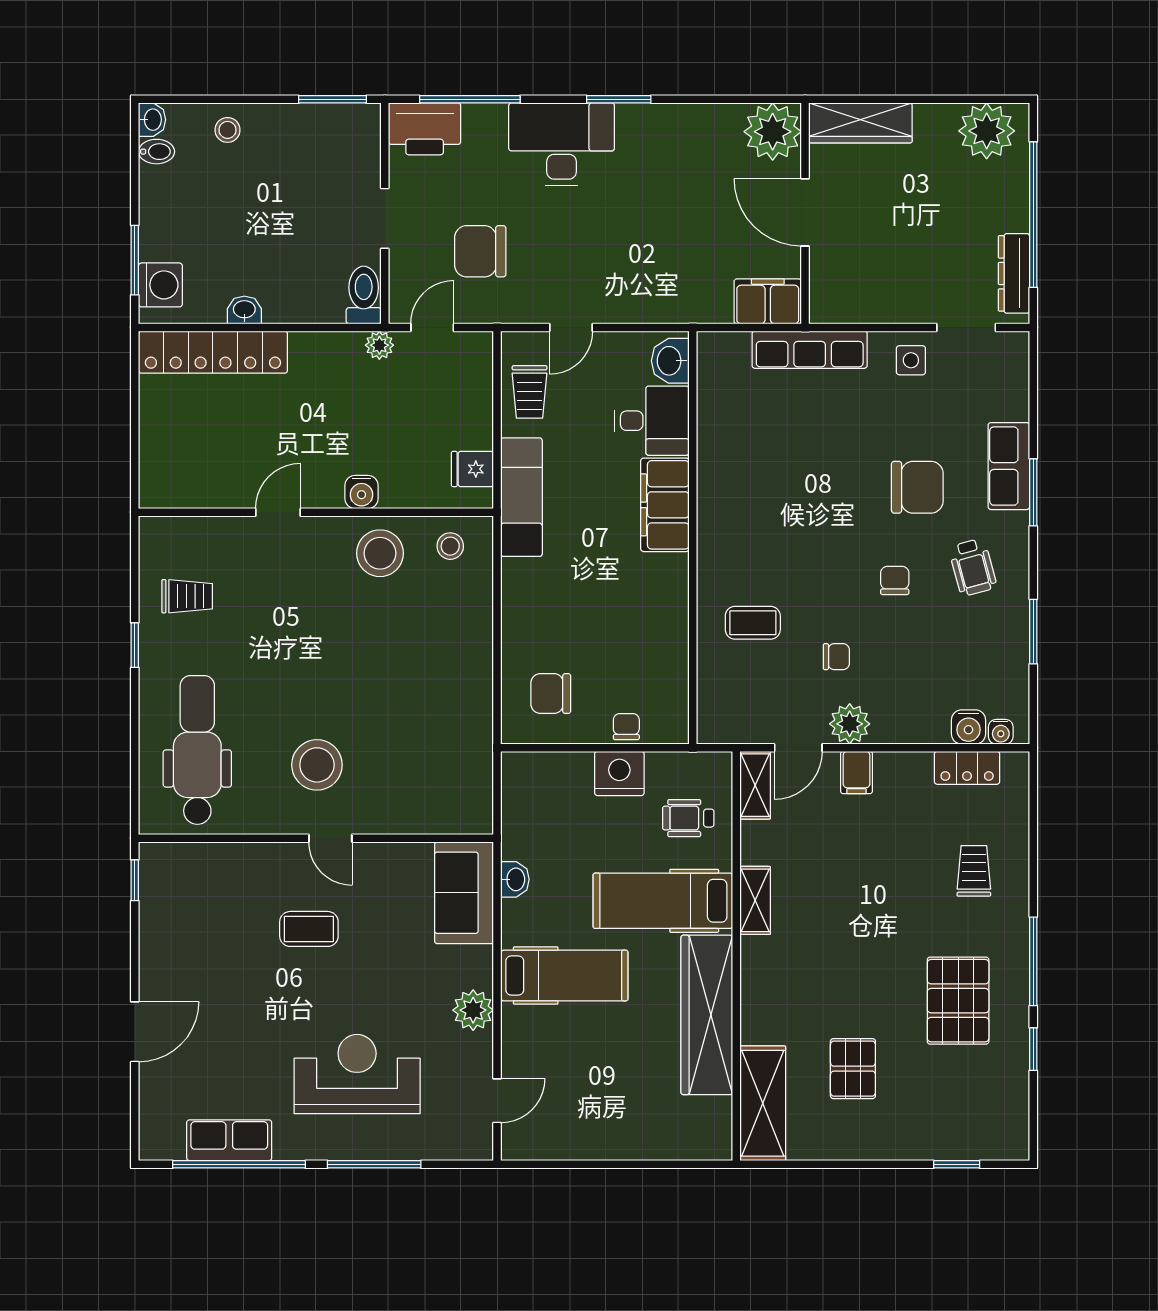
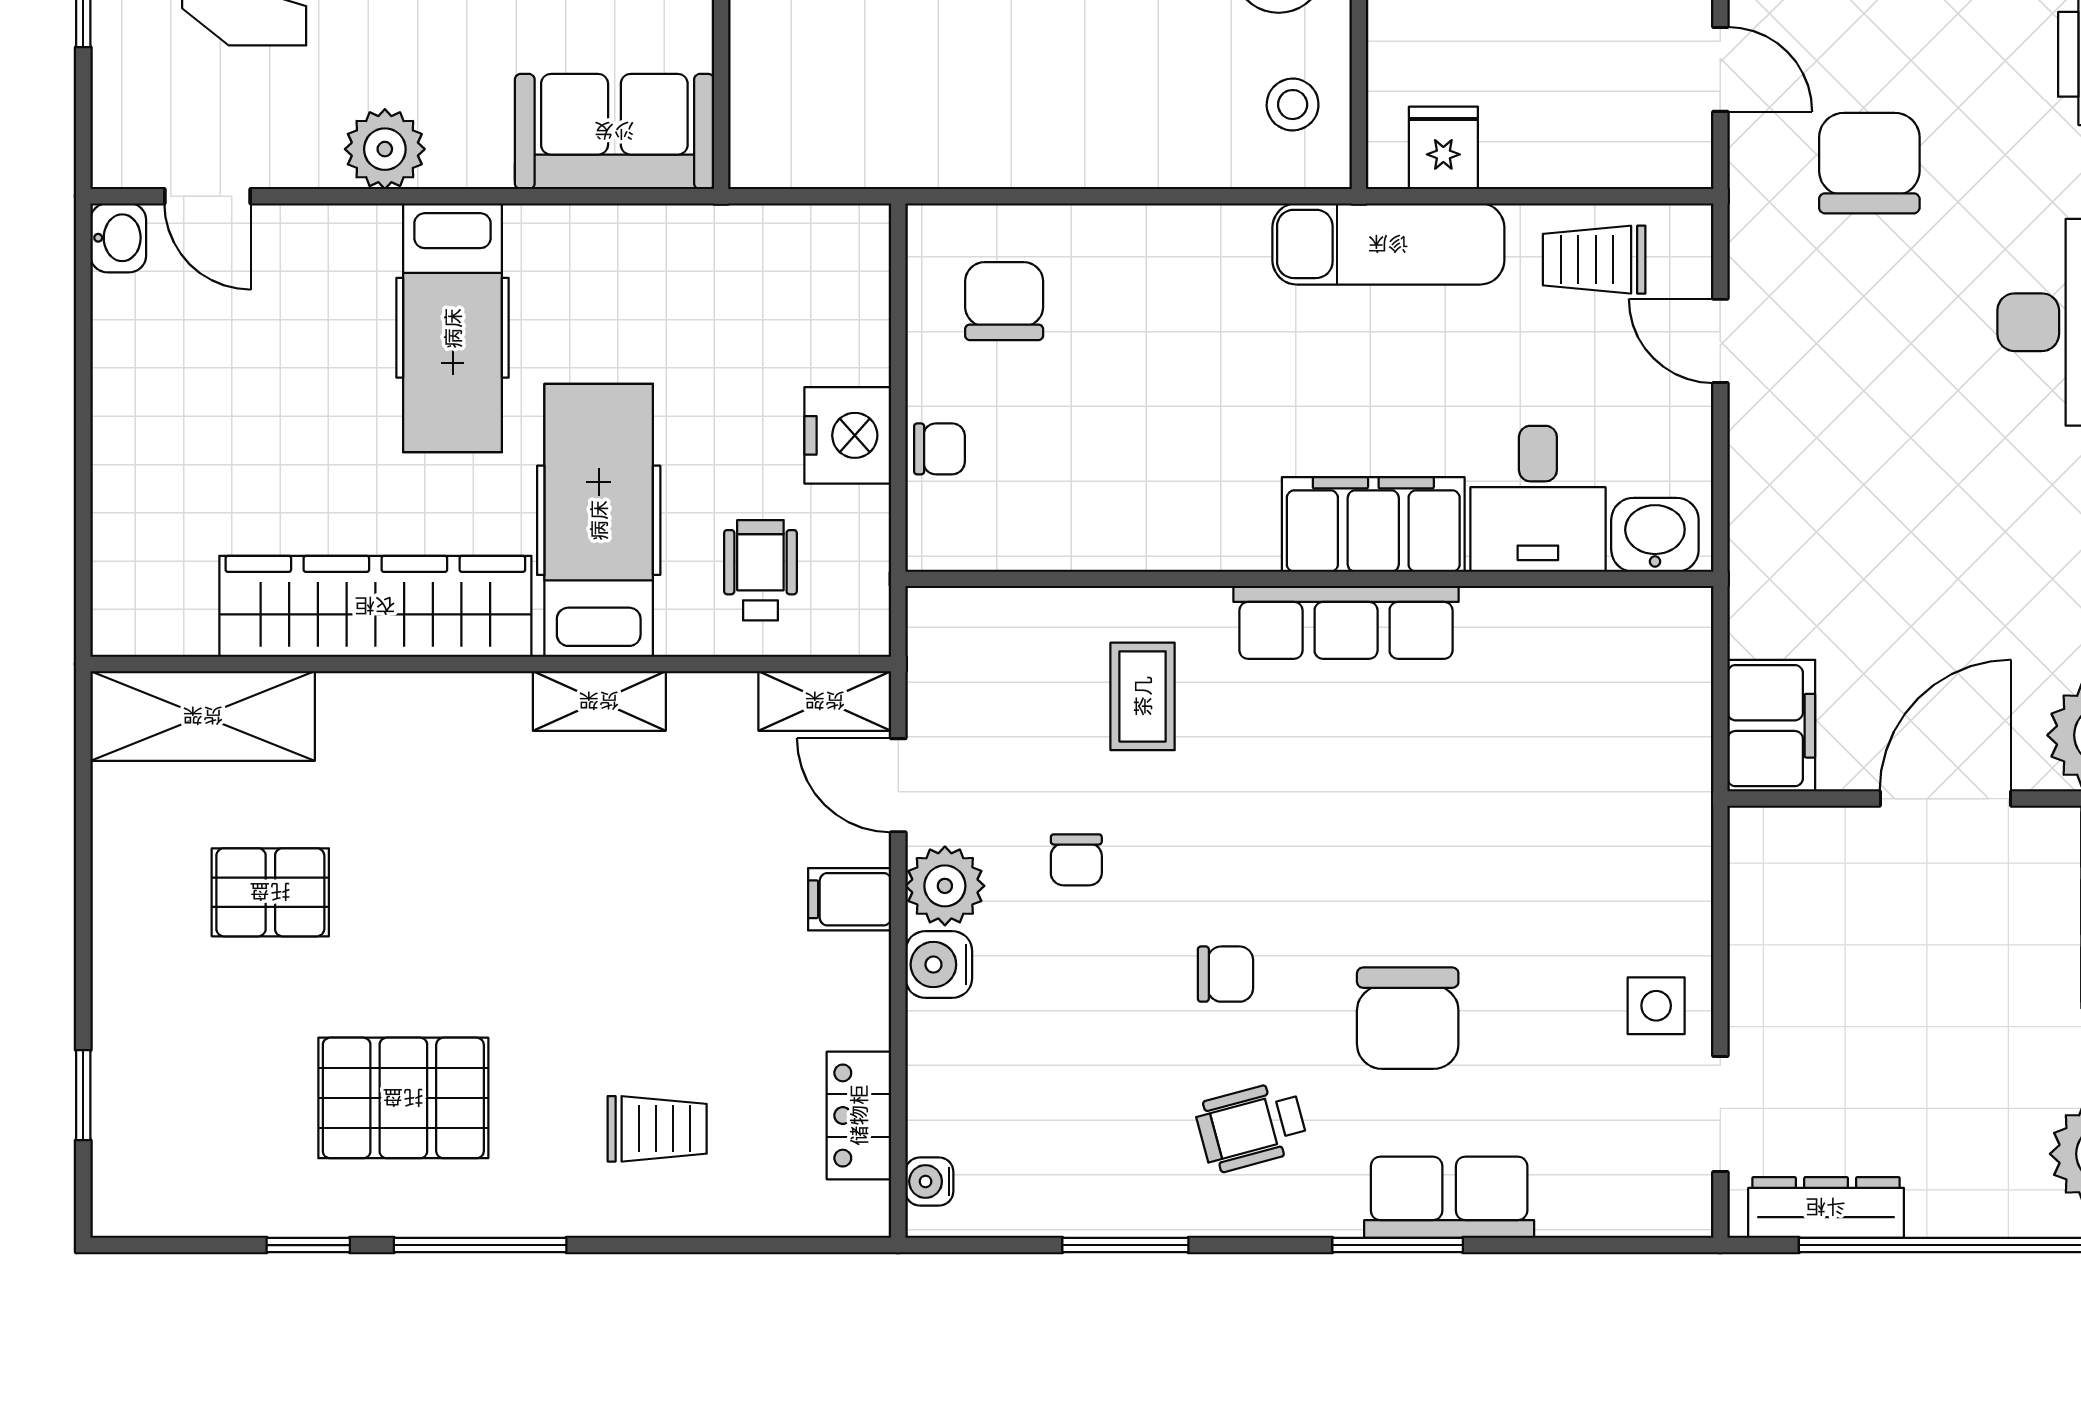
row of seats: (810, 350) -> (1346, 622), moved, turned -90
water cooler: (969, 727) -> (939, 965), moved
washbasin: (515, 879) -> (118, 238), moved, turned -90

